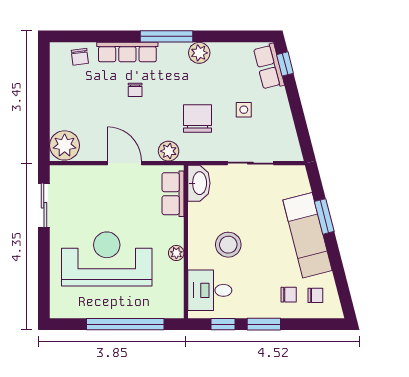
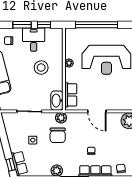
plant: (169, 151) -> (61, 118), moved
desk: (210, 290) -> (34, 40), moved, turned -90

